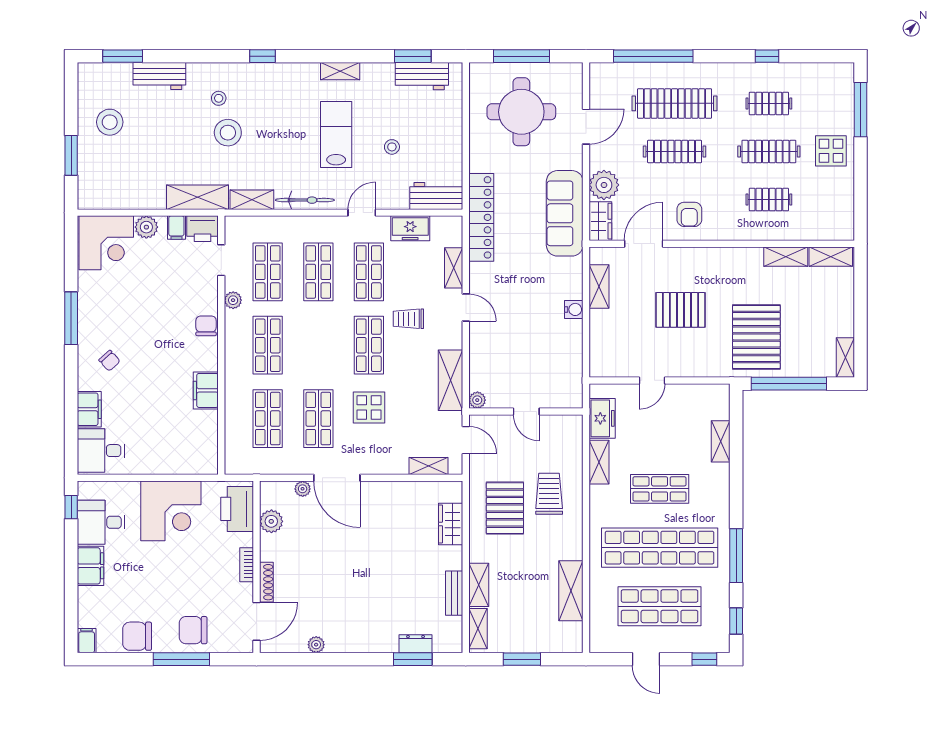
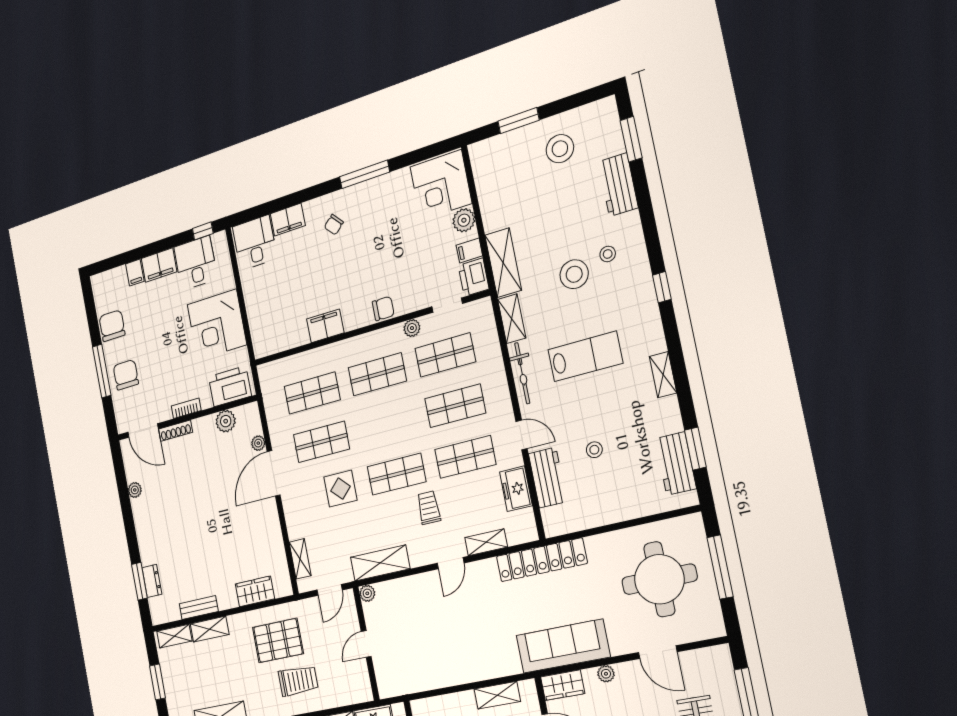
lab bench: (336, 135) -> (585, 356), moved
plant: (604, 185) -> (606, 674), width x0.53, depth x0.53
workbench: (436, 196) -> (548, 478), moved
water cooler: (574, 309) -> (470, 673), removed
filing cabinet: (87, 641) -> (135, 273), moved, turned 90

